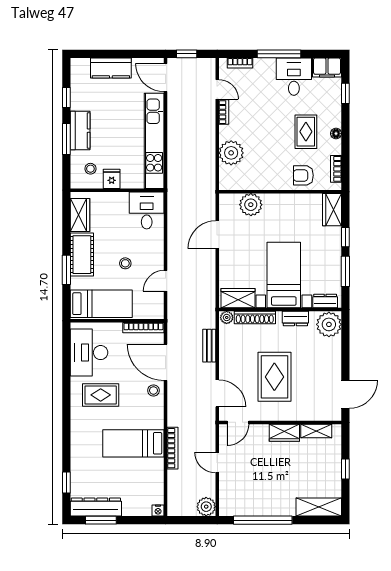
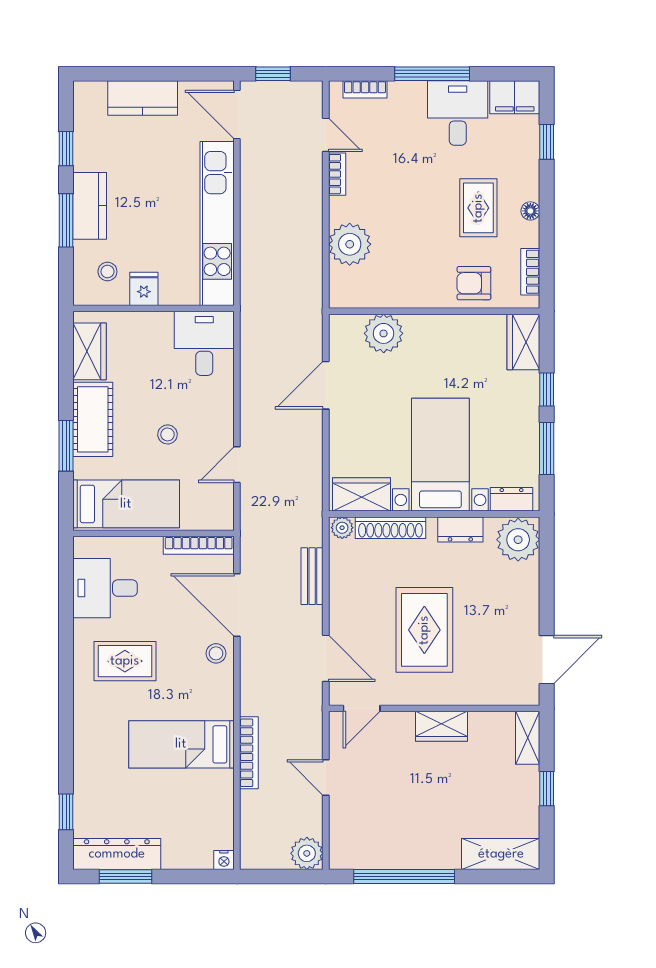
desk: (89, 353) -> (105, 588), width x0.73
shelving: (316, 431) -> (528, 738), moved, turned 90

